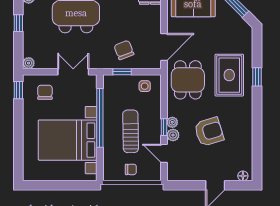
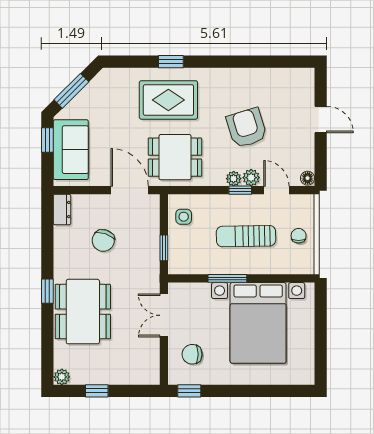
chair: (124, 50) -> (103, 240), moved, turned -50
plant: (29, 63) -> (152, 377), removed
window: (100, 118) -> (227, 278), width x0.47
door: (164, 153) -> (276, 190), swing flipped
floor lamp: (243, 176) -> (308, 178), moved

